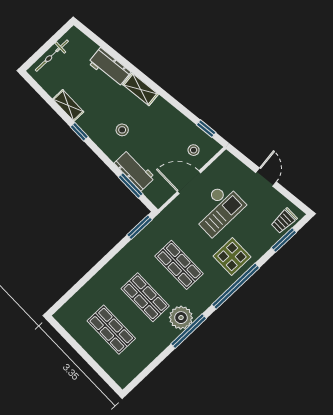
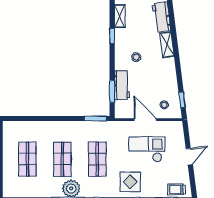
checkout: (218, 209) -> (147, 149), turned 180

